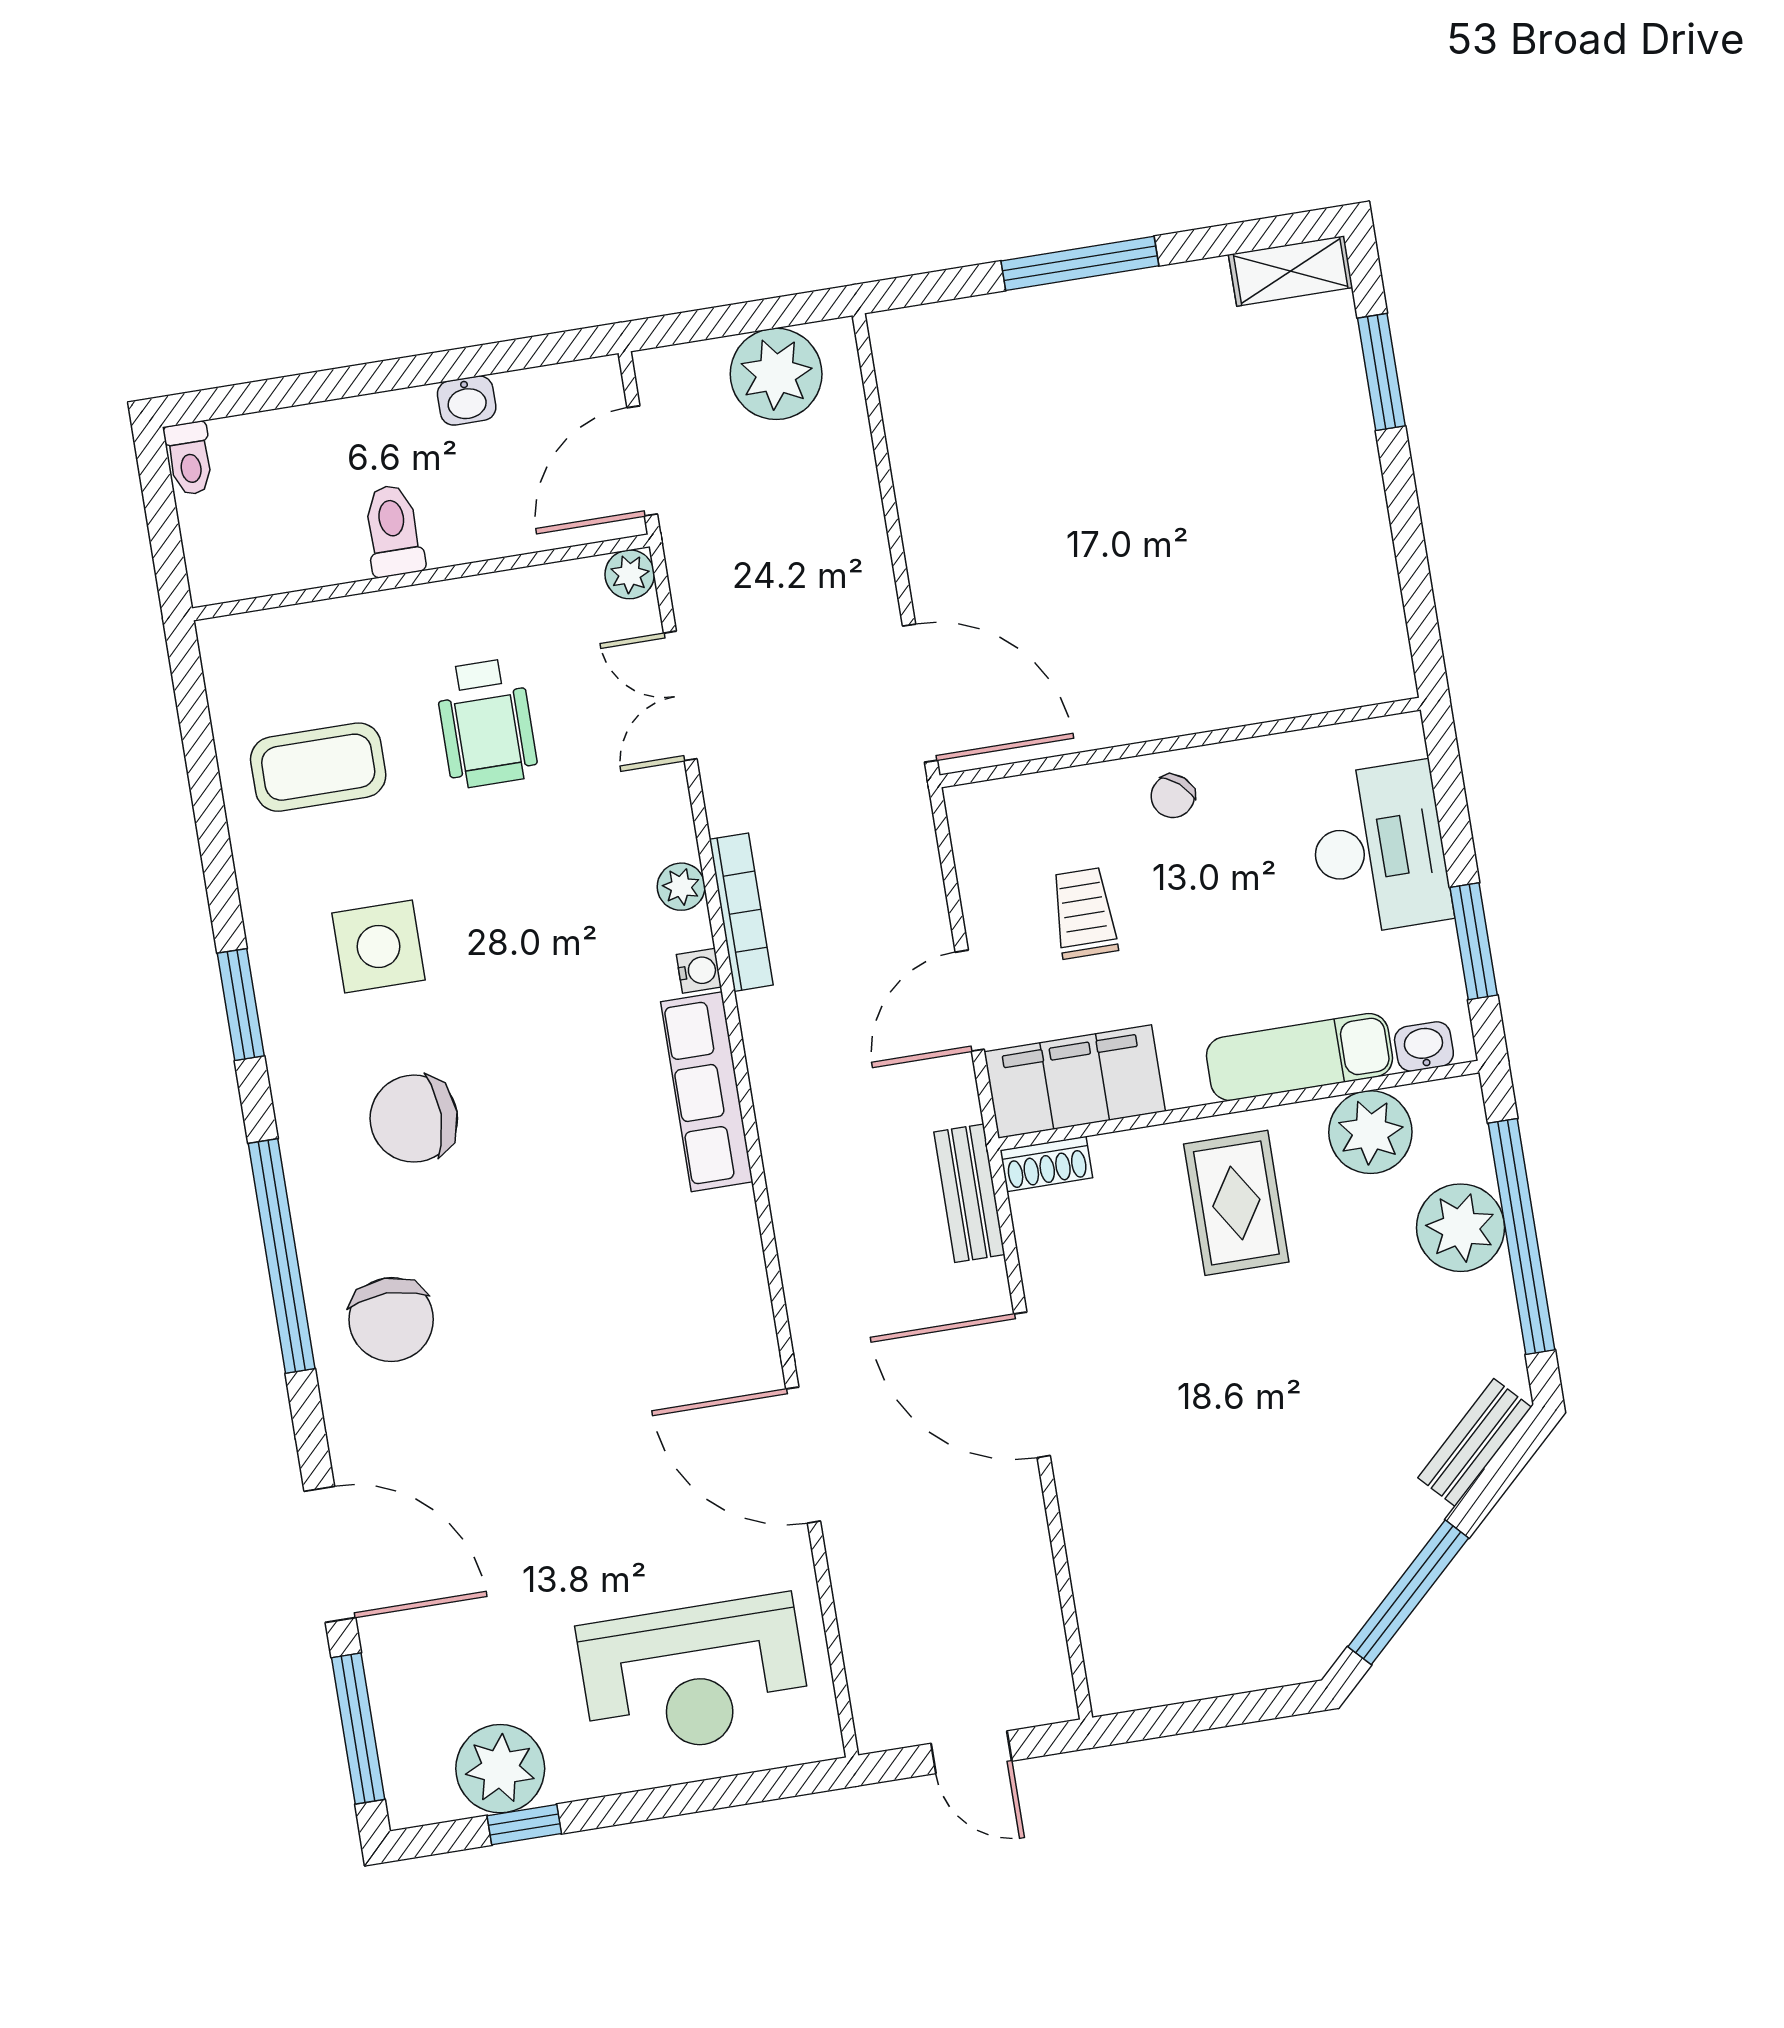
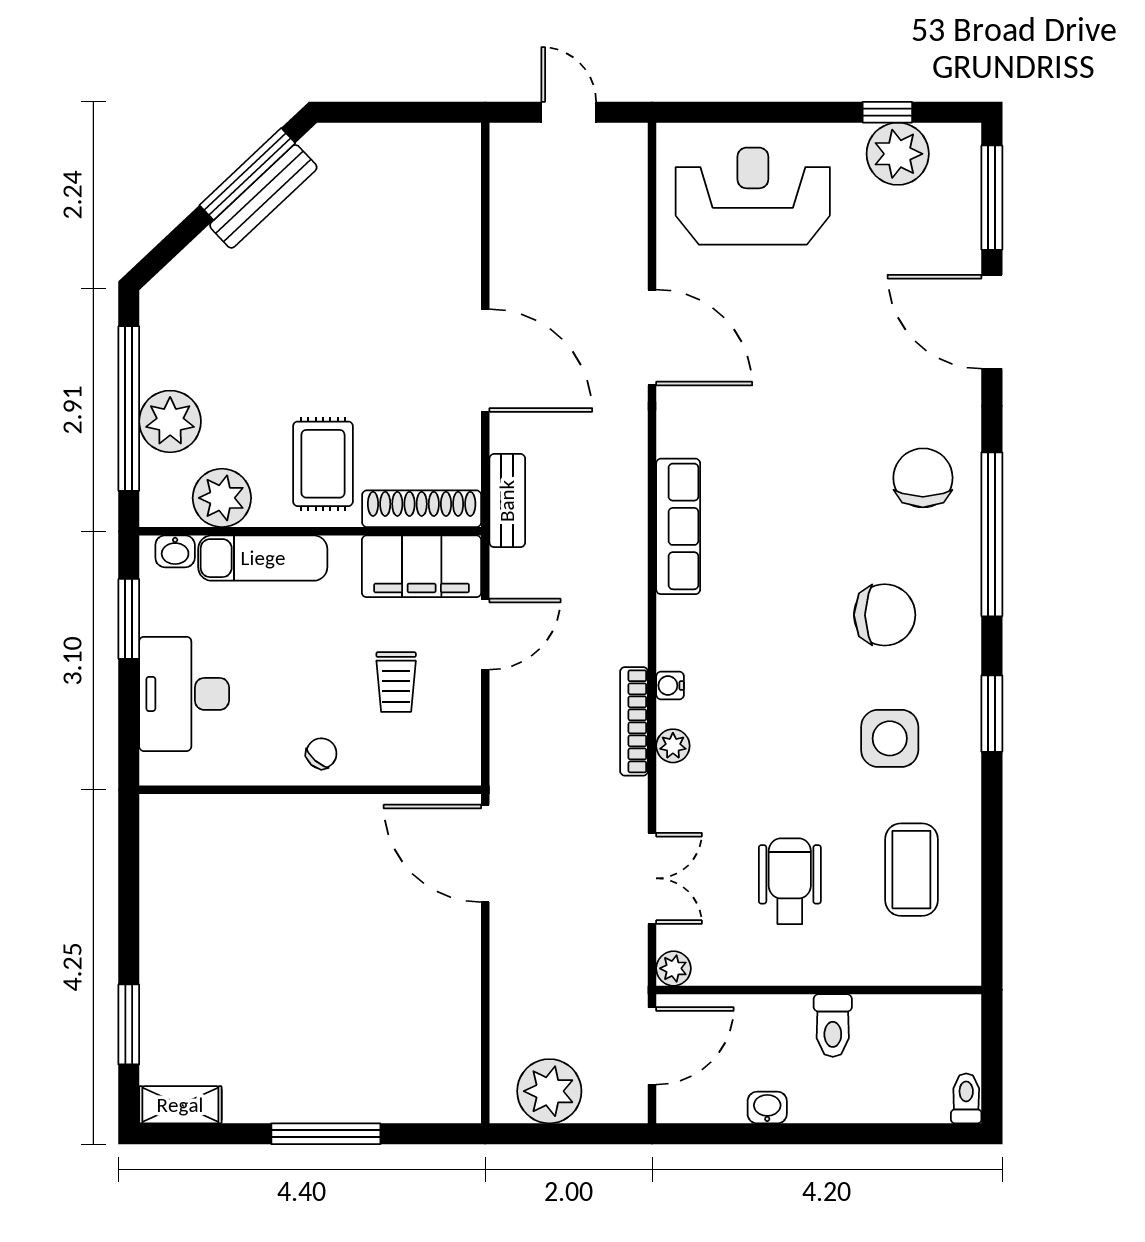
coffee table: (318, 767) -> (911, 870), turned 90
row of seats: (707, 1092) -> (678, 526), moved
shoe rack: (1046, 1164) -> (422, 509), width x1.94, depth x1.24
bench: (1475, 1442) -> (263, 196), moved, width x1.36

